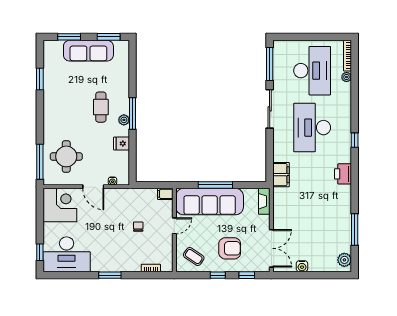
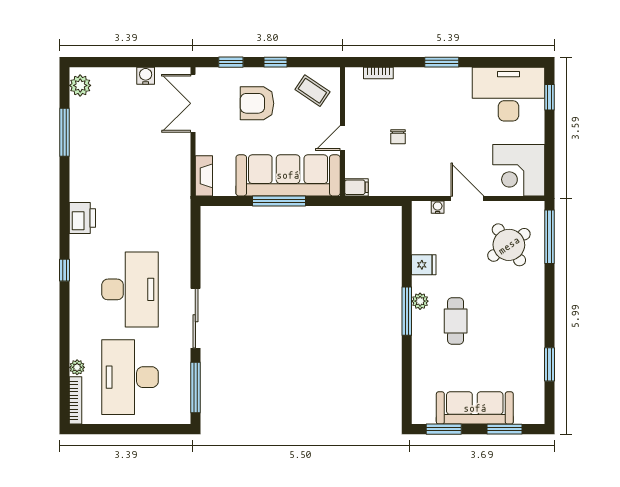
round table: (66, 156) -> (509, 245), turned -35
filing cabinet: (281, 175) -> (178, 217), removed

